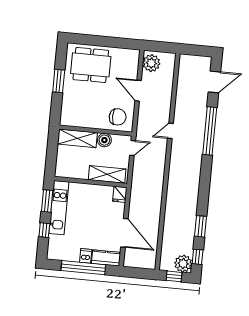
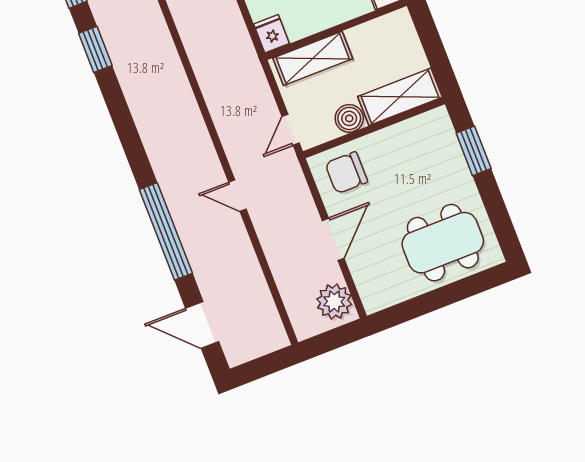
window: (59, 81) -> (474, 151), moved
door: (214, 82) -> (202, 325), hinge flipped
door: (138, 91) -> (333, 239), hinge flipped
door: (170, 131) -> (237, 196), swing flipped

